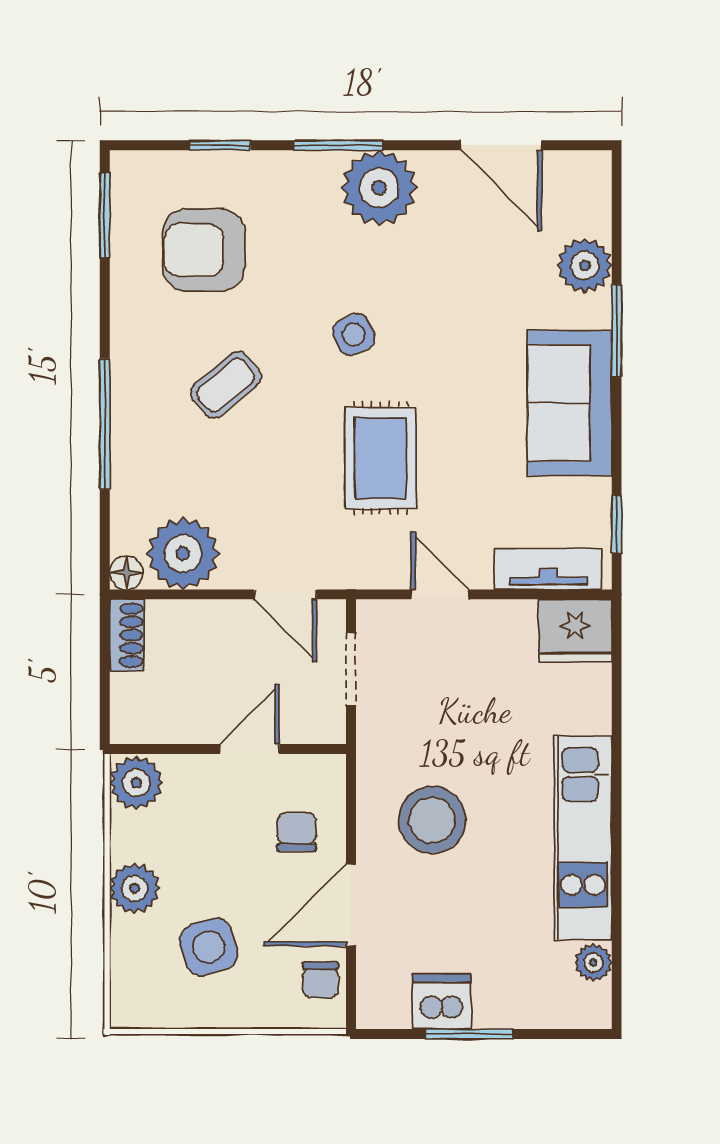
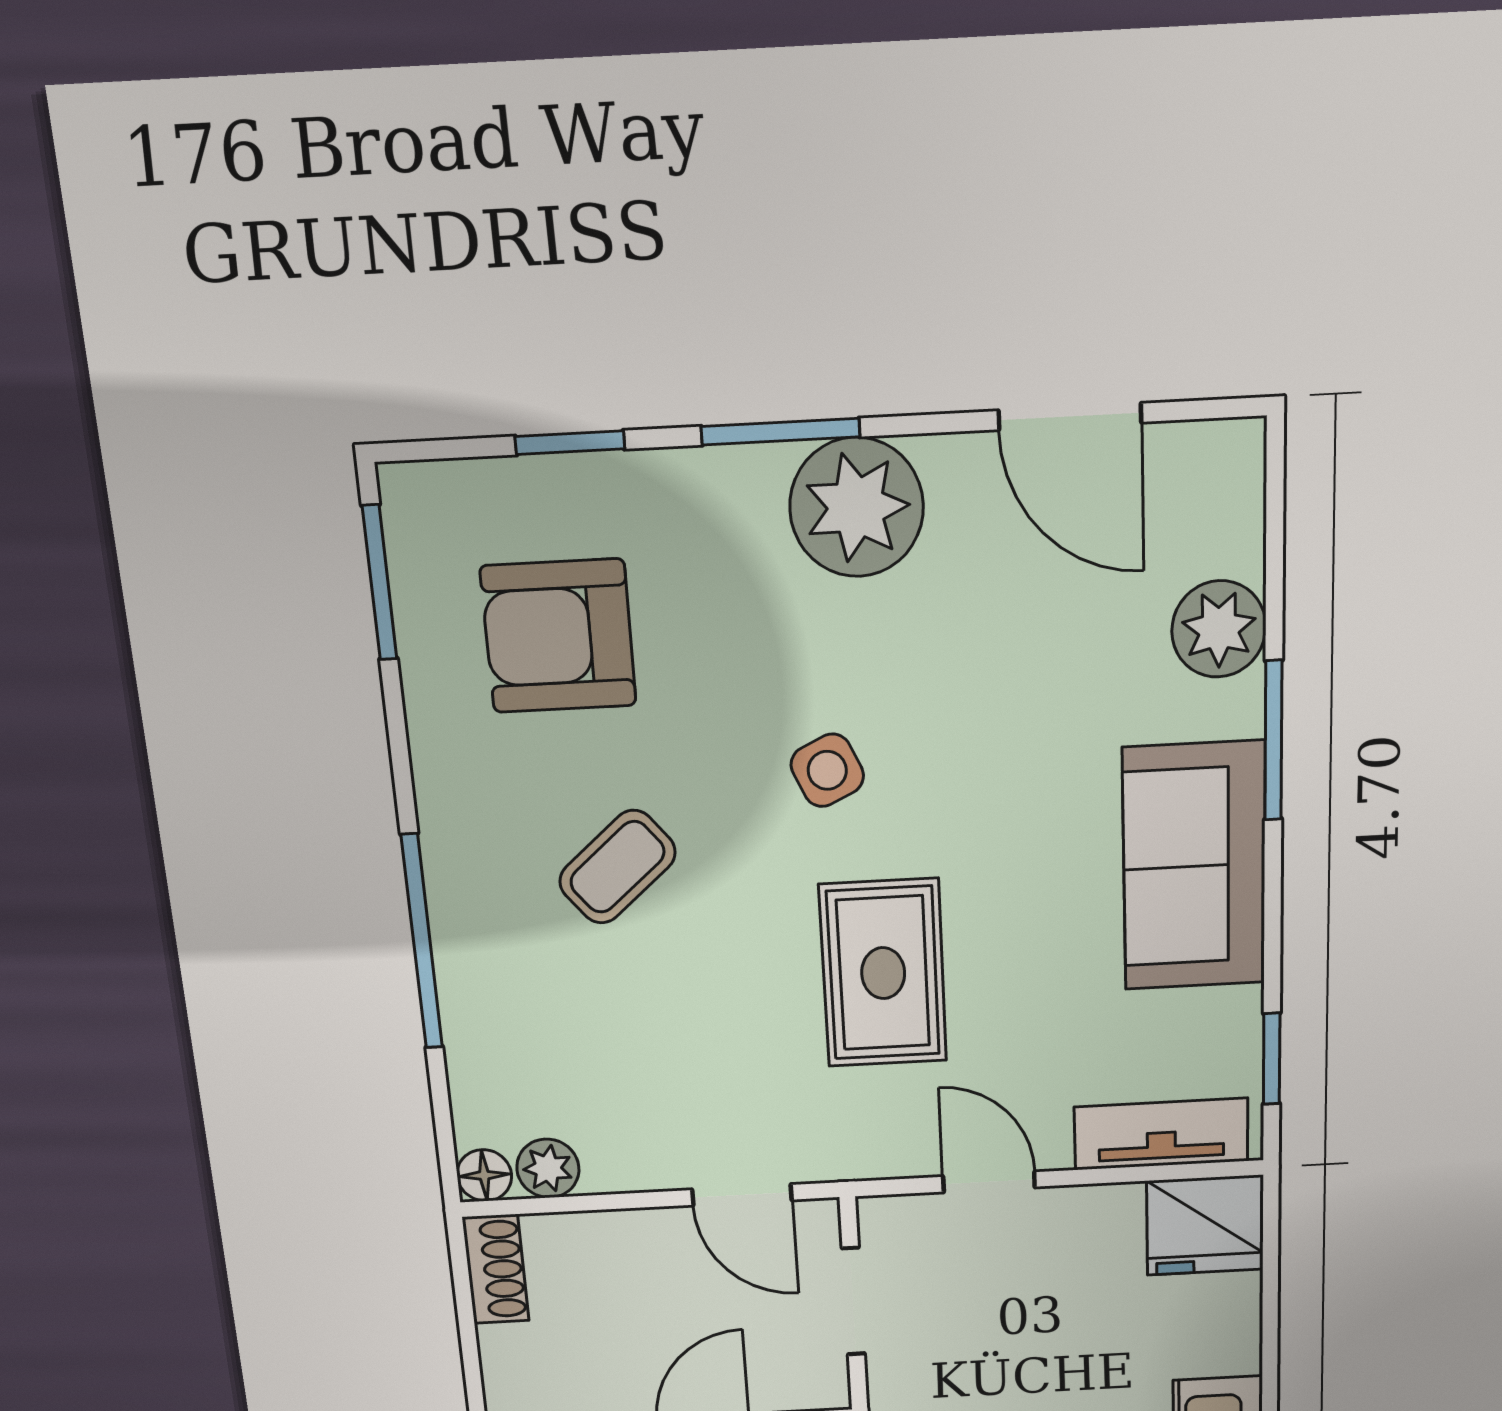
plant: (183, 554) -> (548, 1168), width x0.53, depth x0.53

